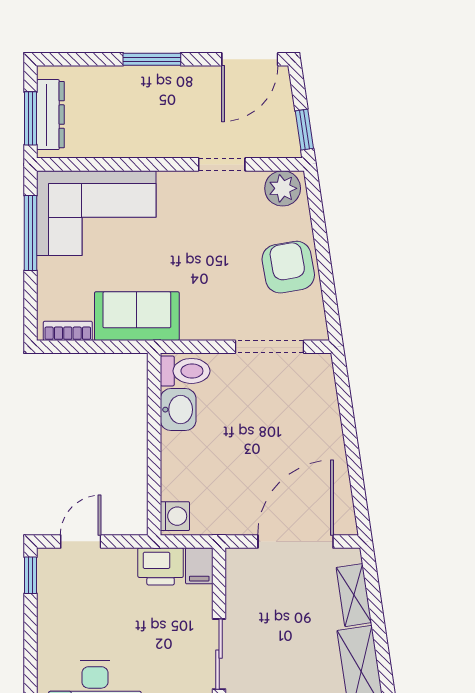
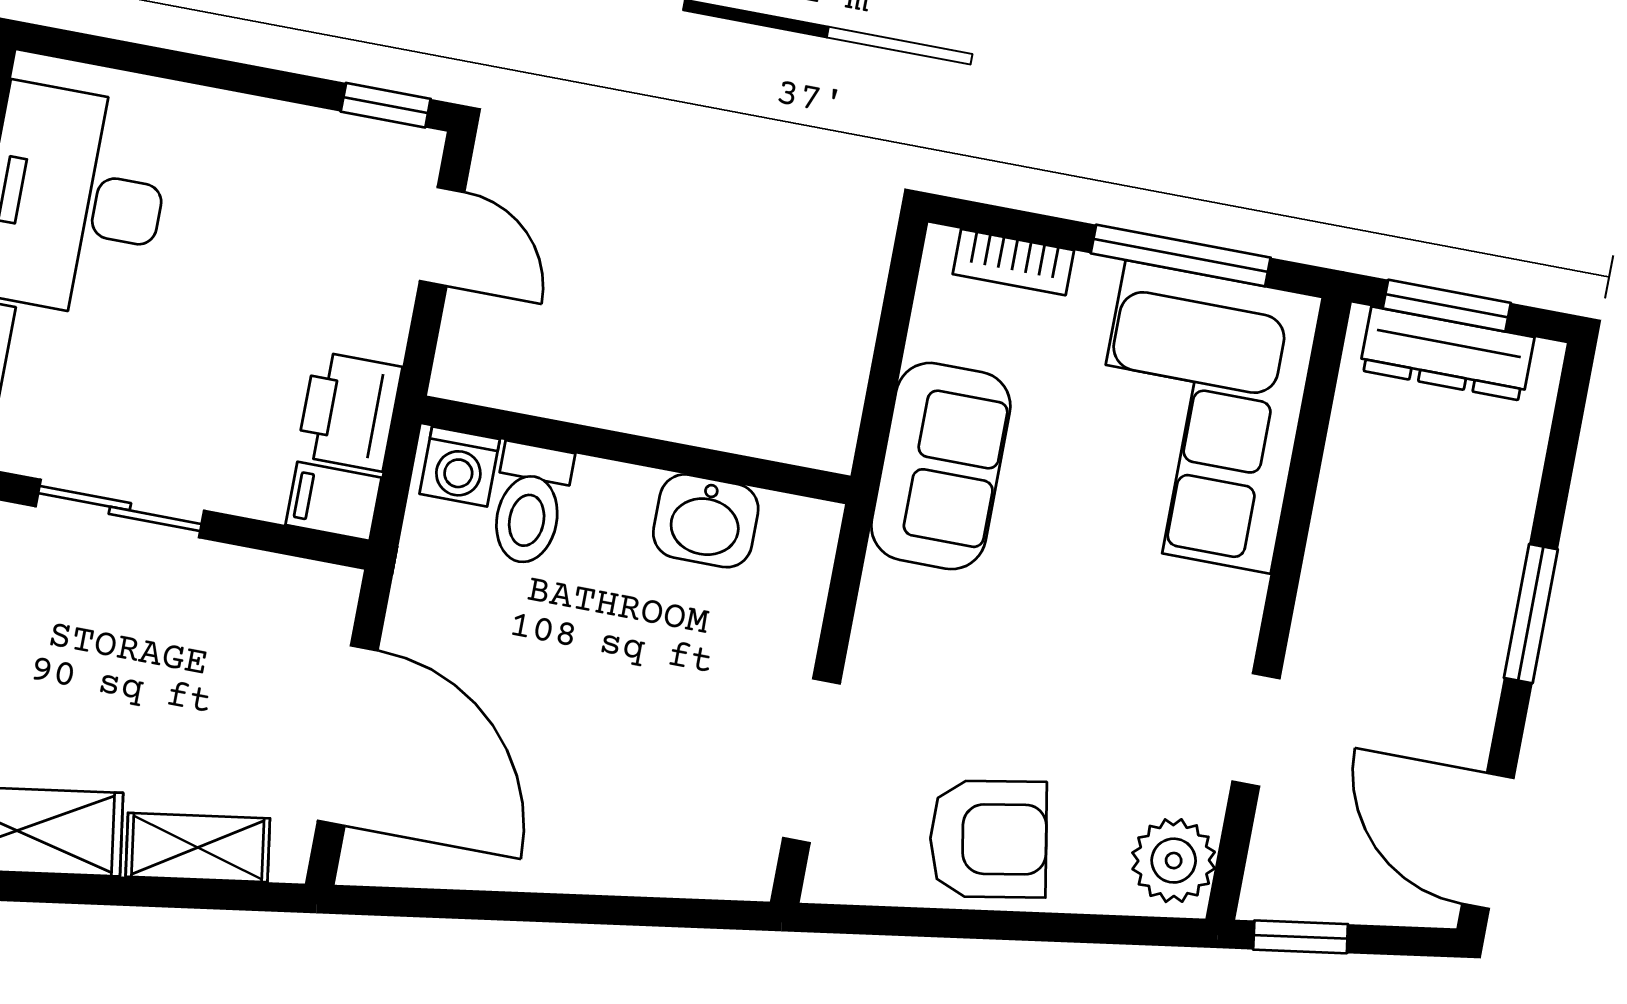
bookcase: (68, 331) -> (1013, 262), moved, turned 90
toilet: (185, 371) -> (530, 504), moved

